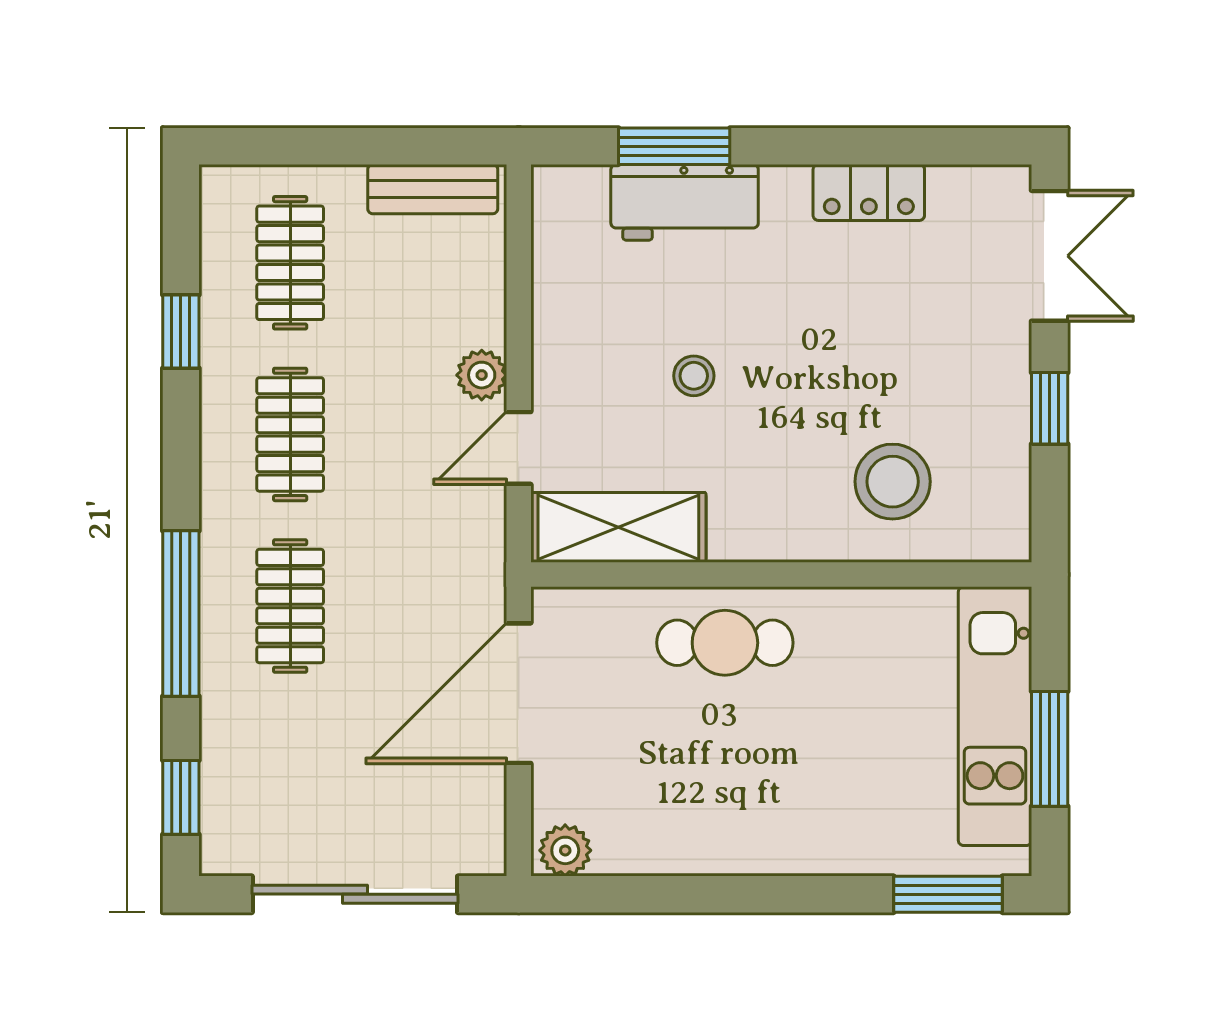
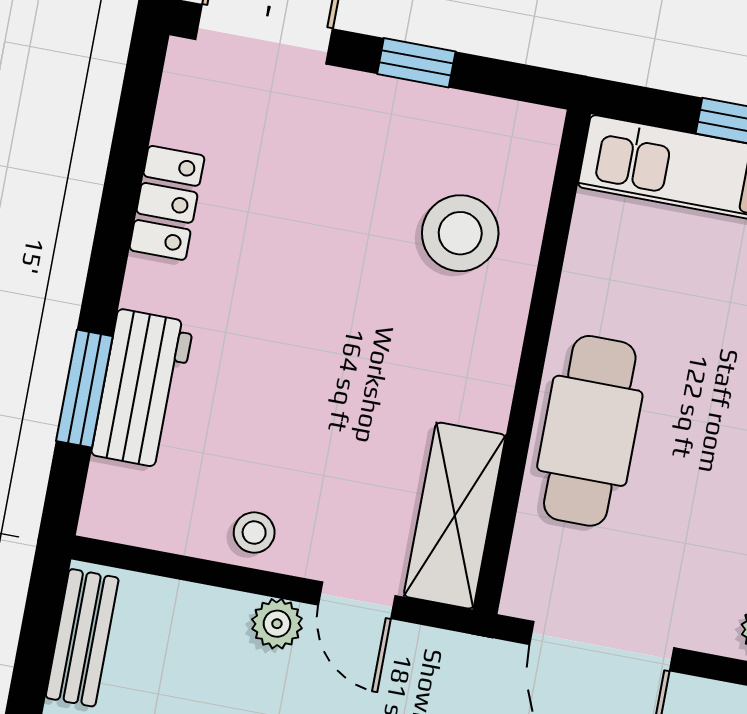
stool: (694, 376) -> (254, 533), moved
cafe table: (725, 643) -> (590, 431), width x1.37, depth x1.35

